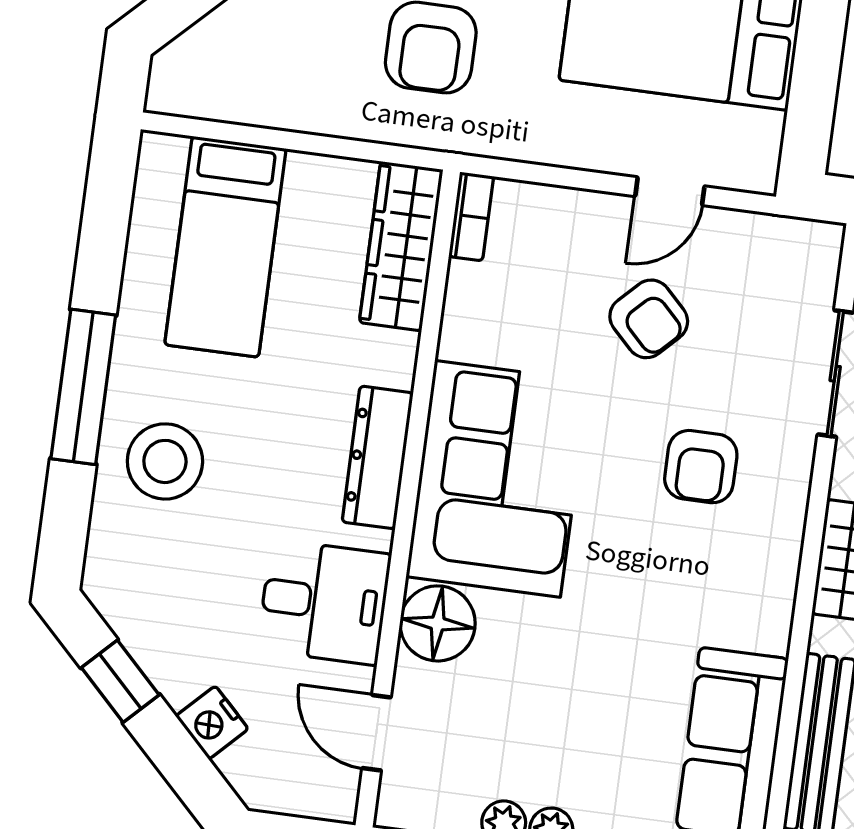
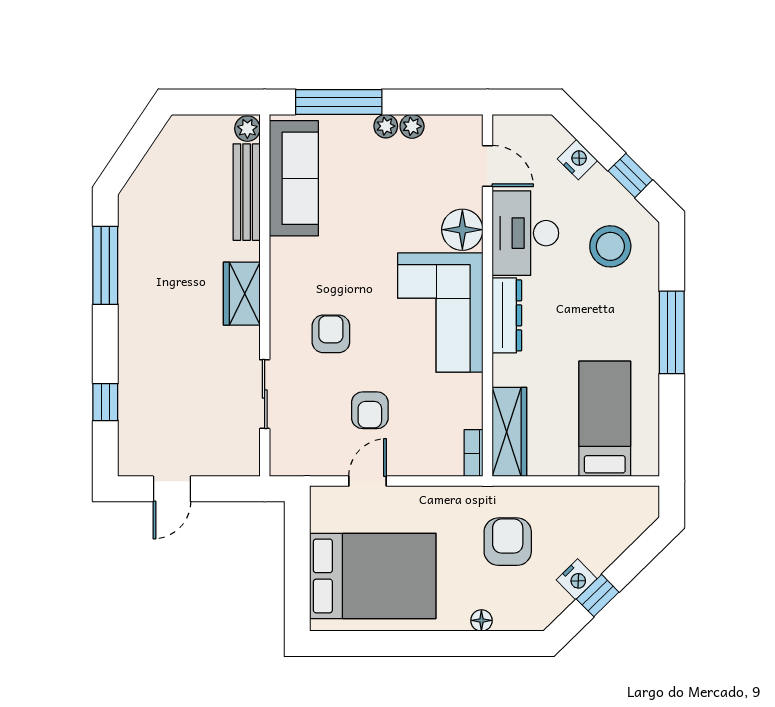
armchair: (649, 319) -> (370, 410), turned -135
stool: (165, 461) -> (610, 246), moved
desk: (324, 602) -> (525, 233), width x1.37

